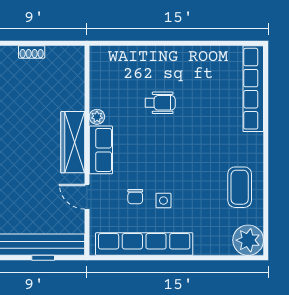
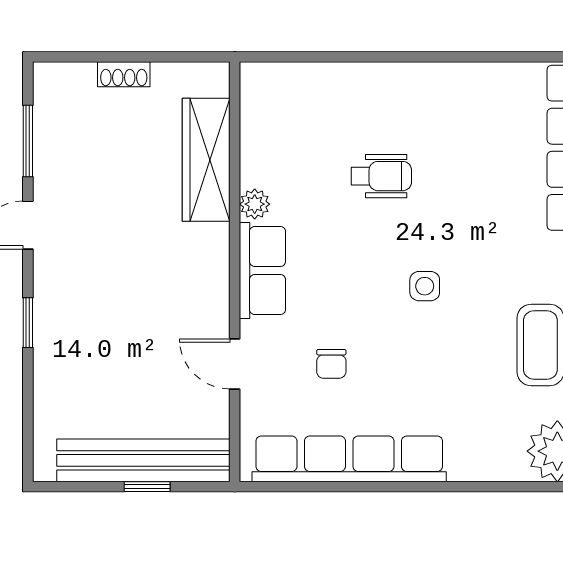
wardrobe: (73, 142) -> (206, 160), moved
side table: (163, 201) -> (425, 286), moved

